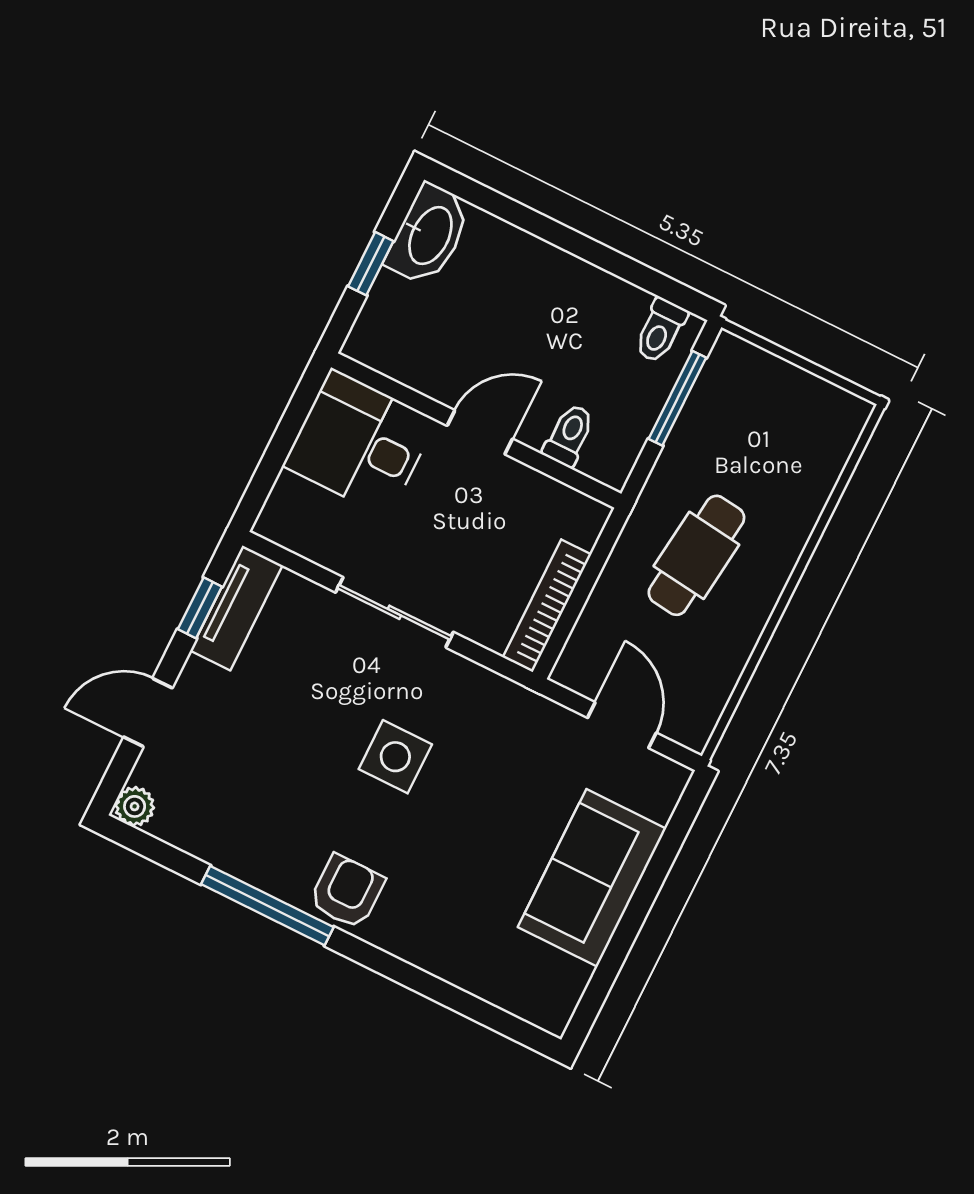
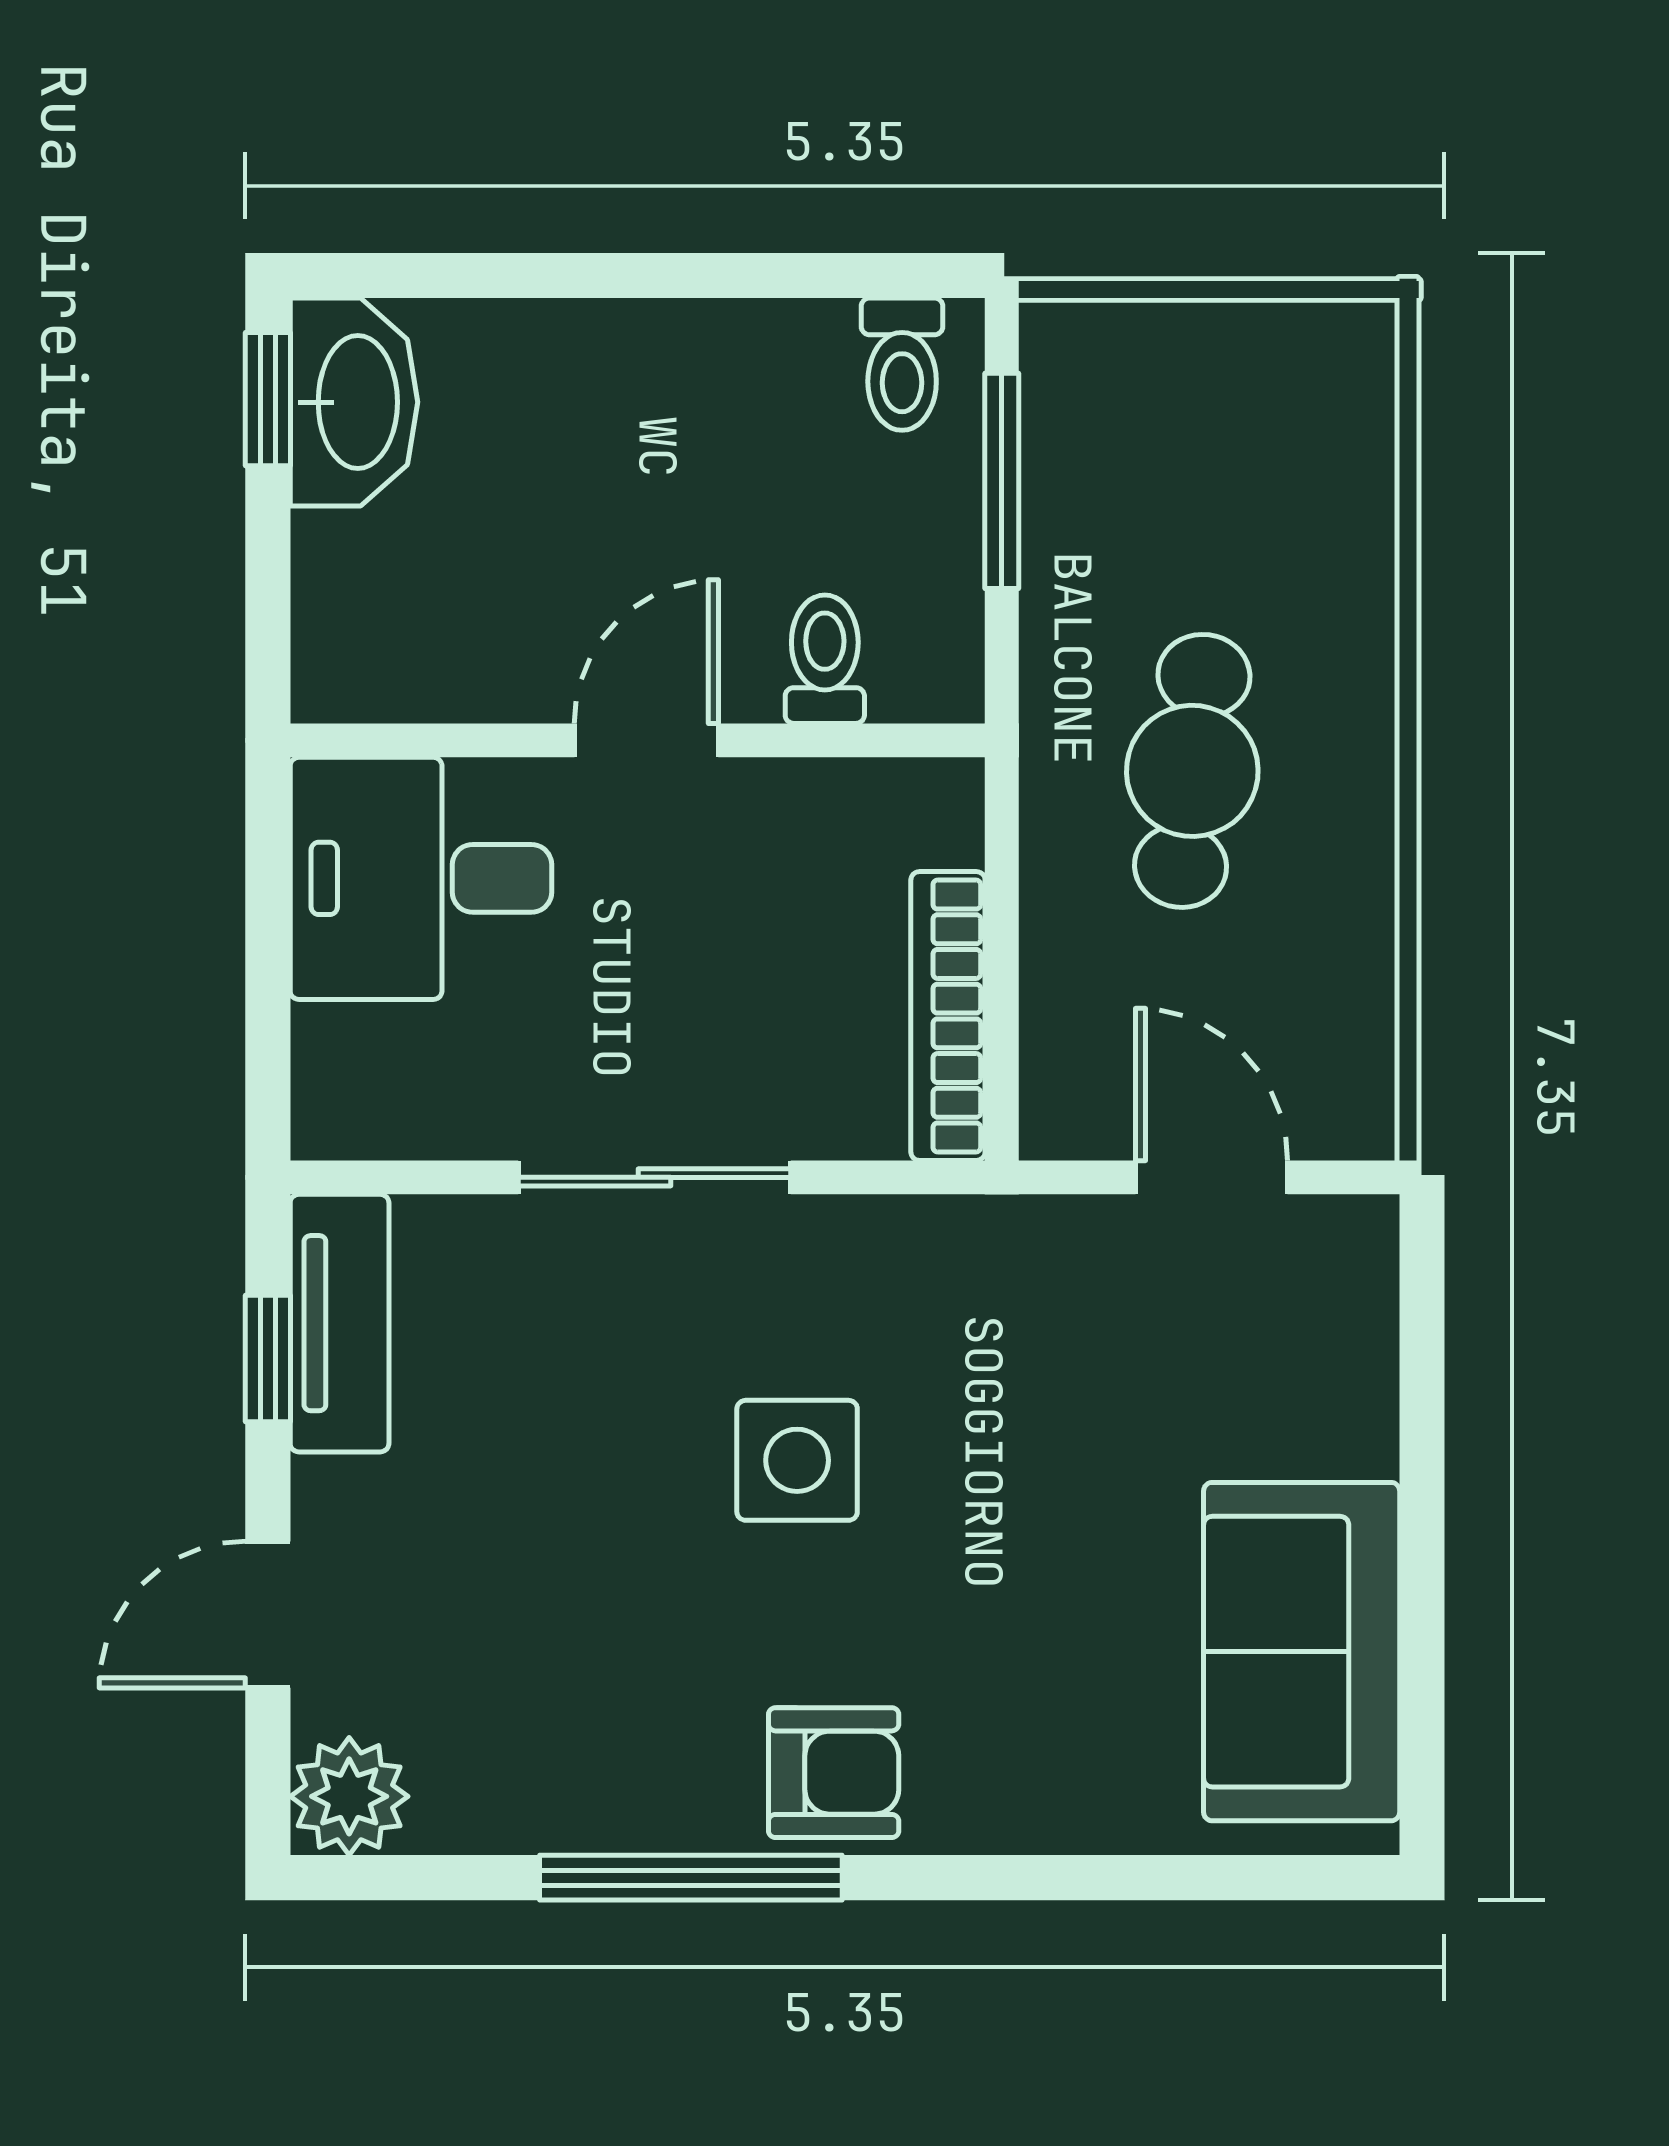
window: (371, 264) -> (268, 399), moved
plant: (135, 806) -> (349, 1796), width x1.38, depth x1.38
sofa: (592, 878) -> (1302, 1652), moved
armchair: (347, 892) -> (834, 1773), turned 90

